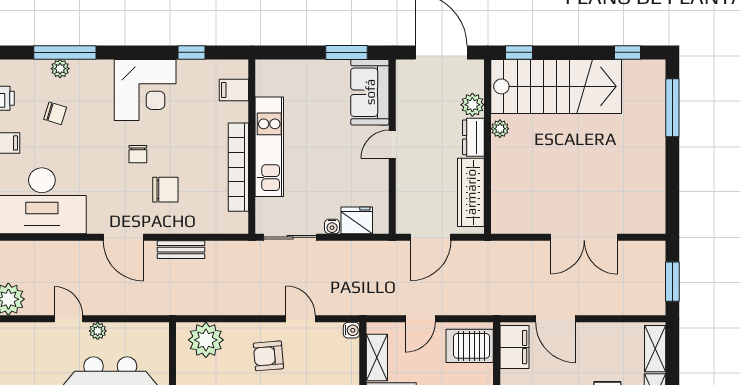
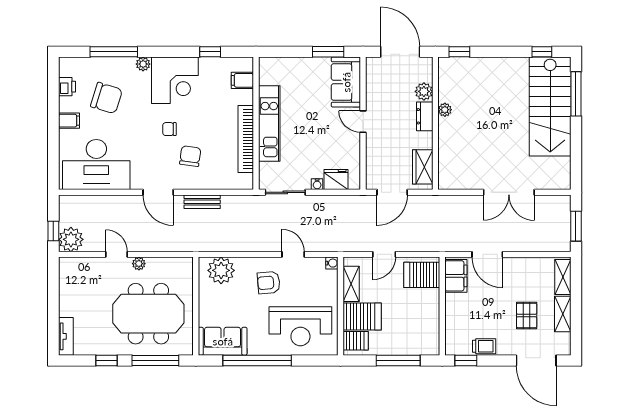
plant: (60, 69) -> (143, 64), moved
stairs: (556, 86) -> (550, 106), moved, turned 90
chair: (55, 113) -> (106, 98), width x1.87, depth x1.87
door: (392, 144) -> (363, 122), hinge flipped
chair: (138, 154) -> (169, 129), turned 90
chair: (165, 190) -> (190, 156), turned -82
wardrobe: (471, 192) -> (423, 167), width x0.67

